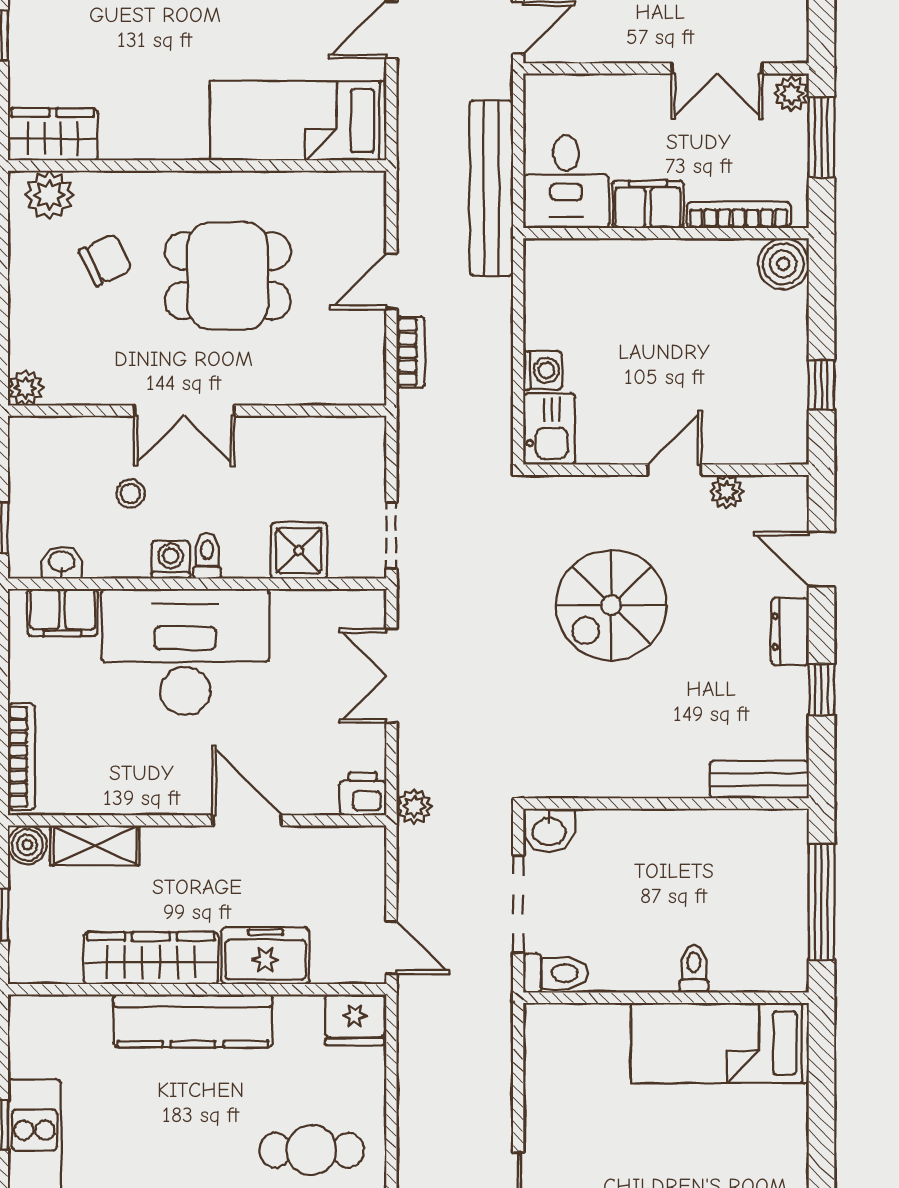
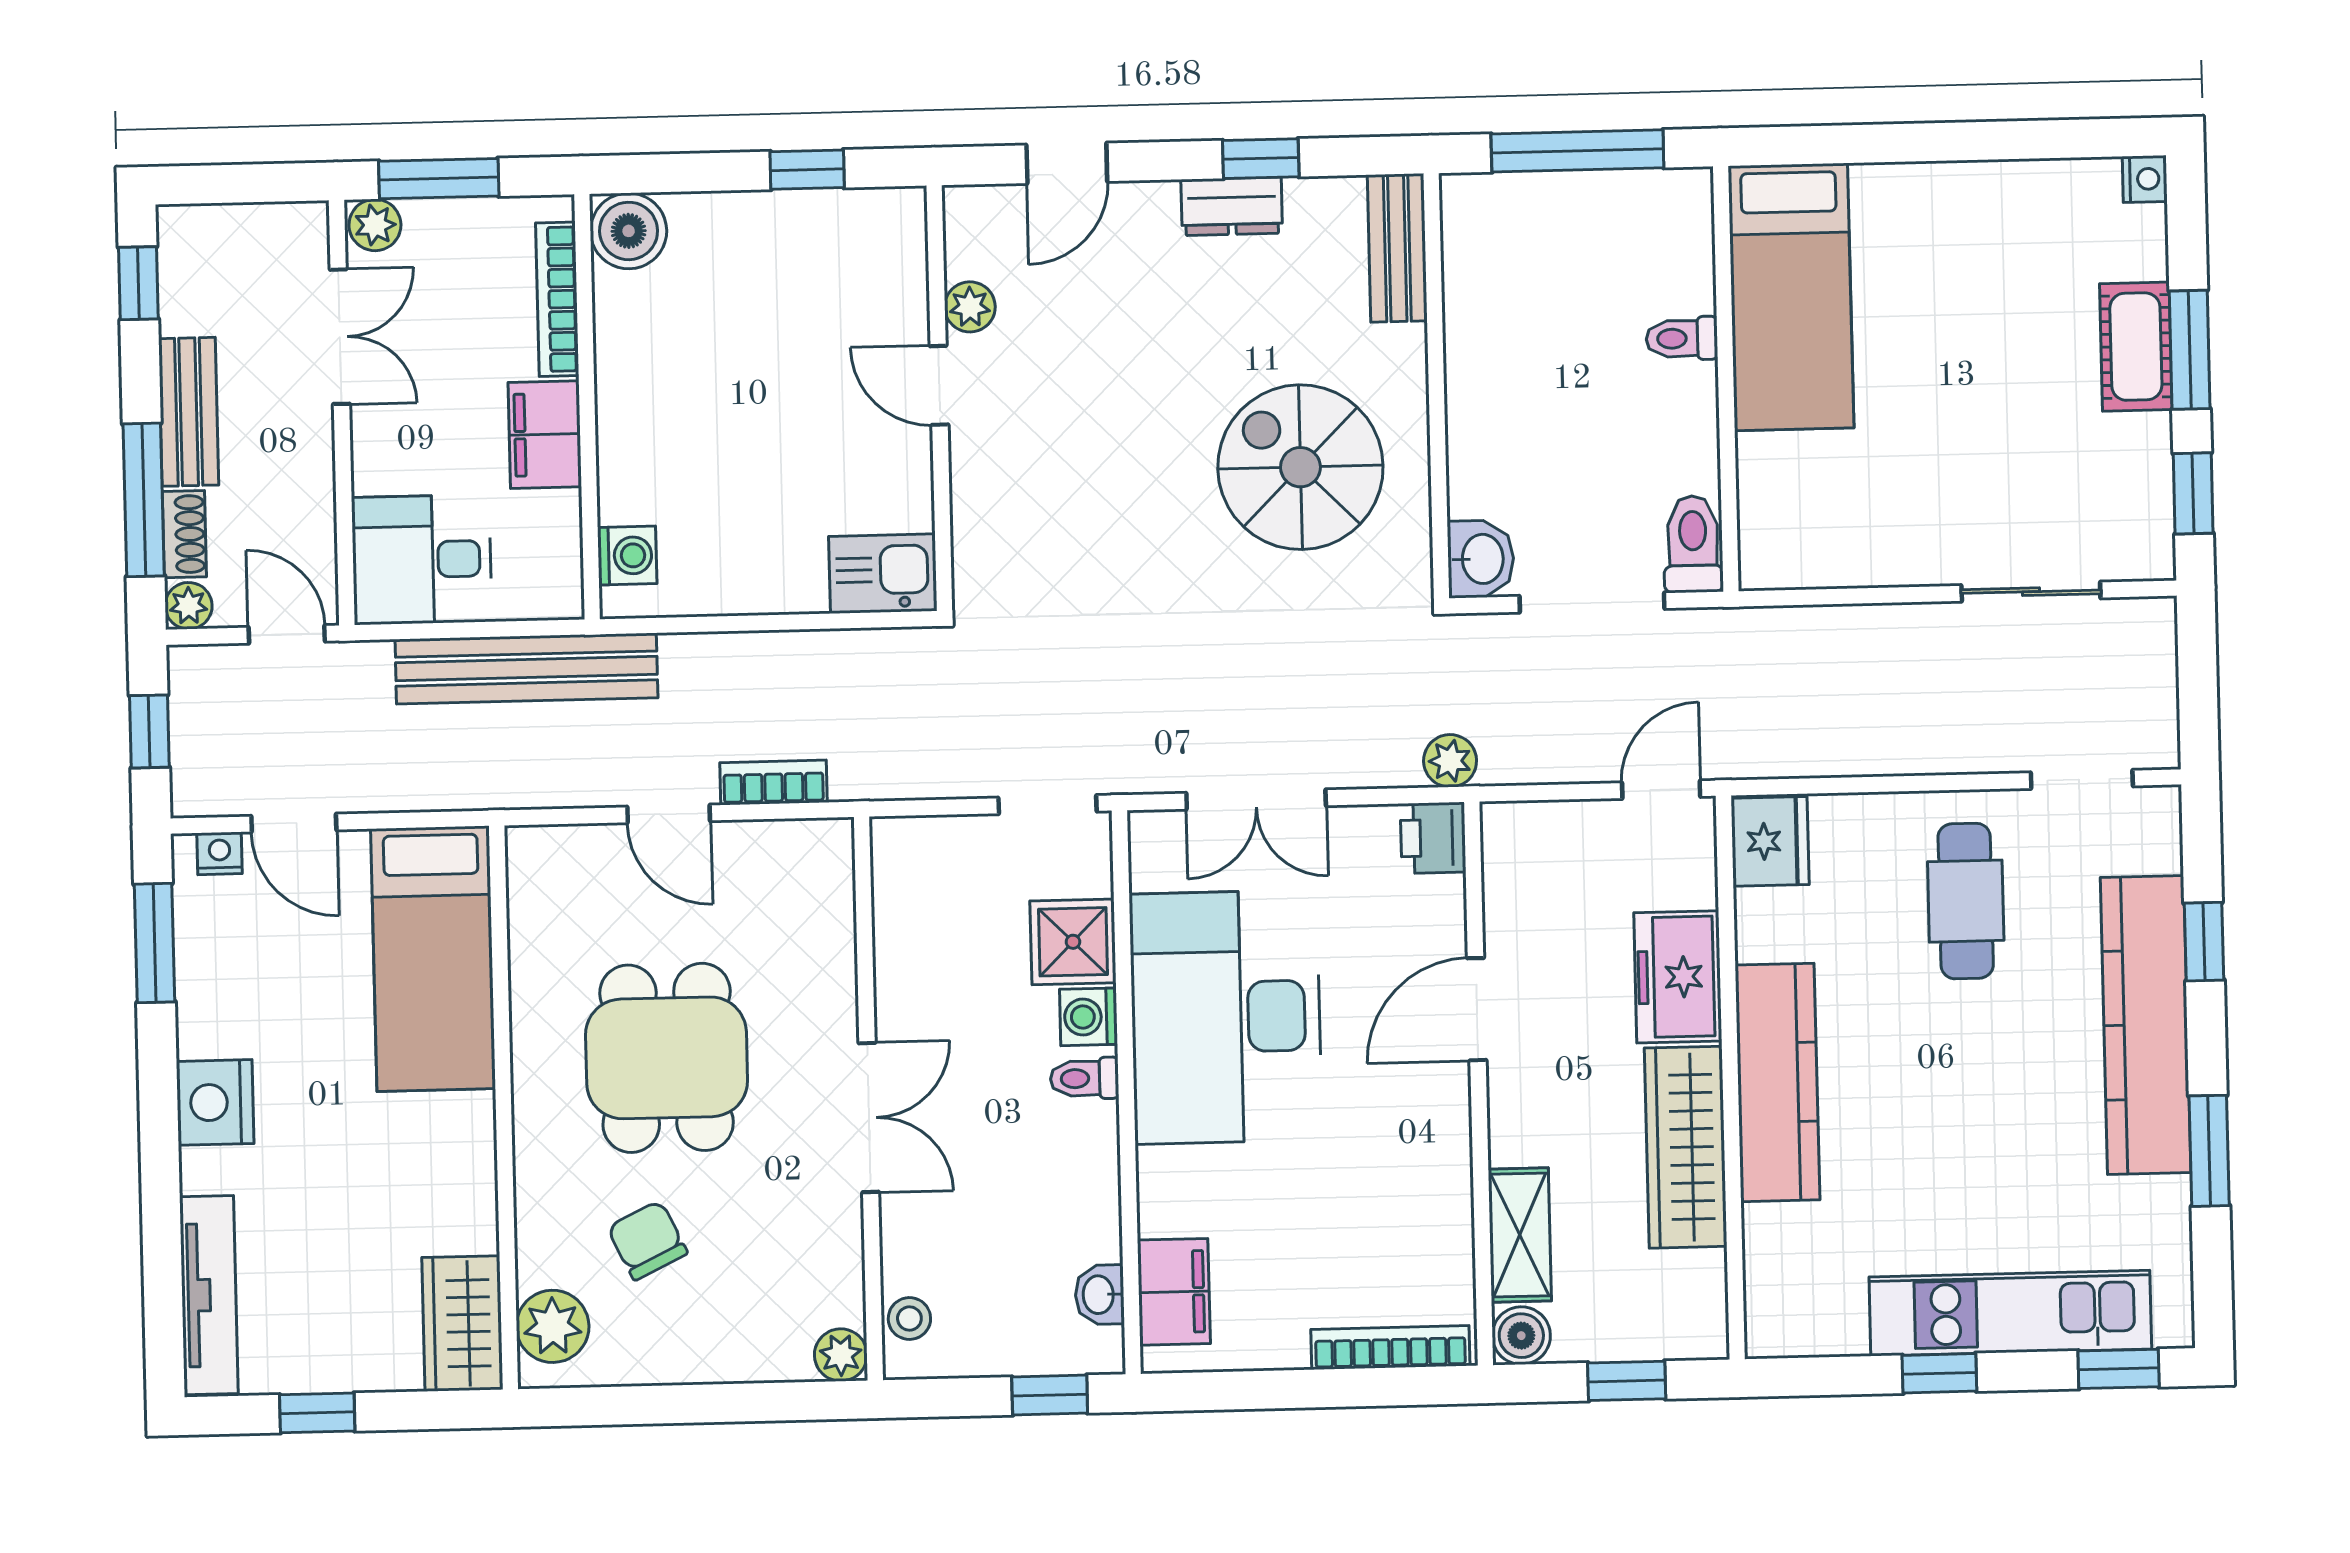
desk: (566, 182) -> (422, 560), moved, turned 180
washing machine: (543, 370) -> (627, 556), moved, turned 90
stool: (130, 494) -> (909, 1319), moved
washing machine: (171, 560) -> (1089, 1017), moved
spiral stairs: (611, 605) -> (1300, 467), moved, turned 180
dresser: (790, 632) -> (1232, 206), moved
desk: (185, 652) -> (1226, 1017), moved

